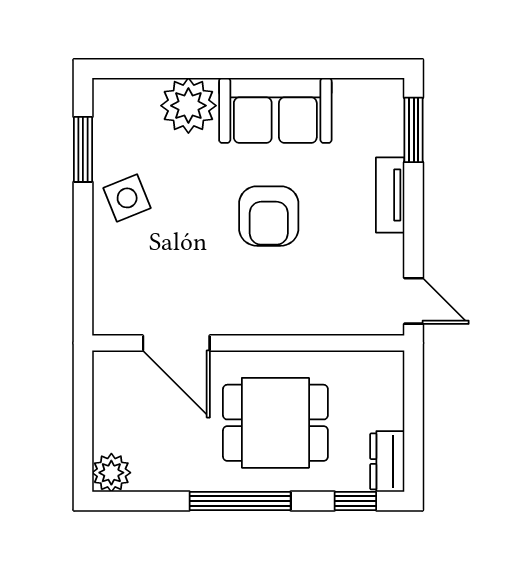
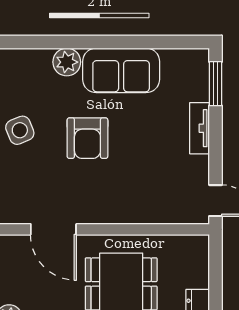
plant: (188, 106) -> (67, 62), width x0.73, depth x0.73
armchair: (269, 216) -> (87, 138), moved

